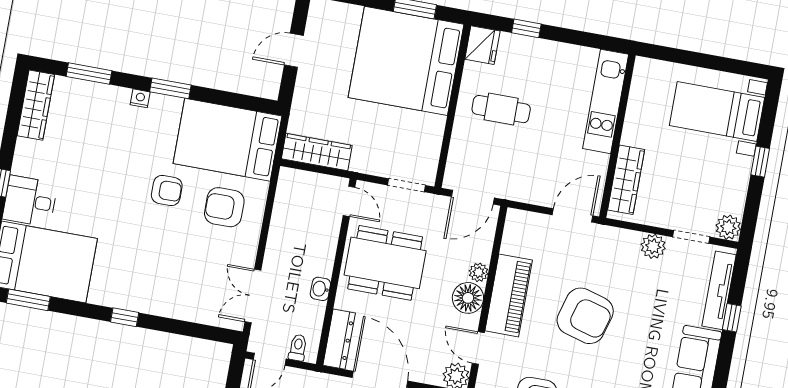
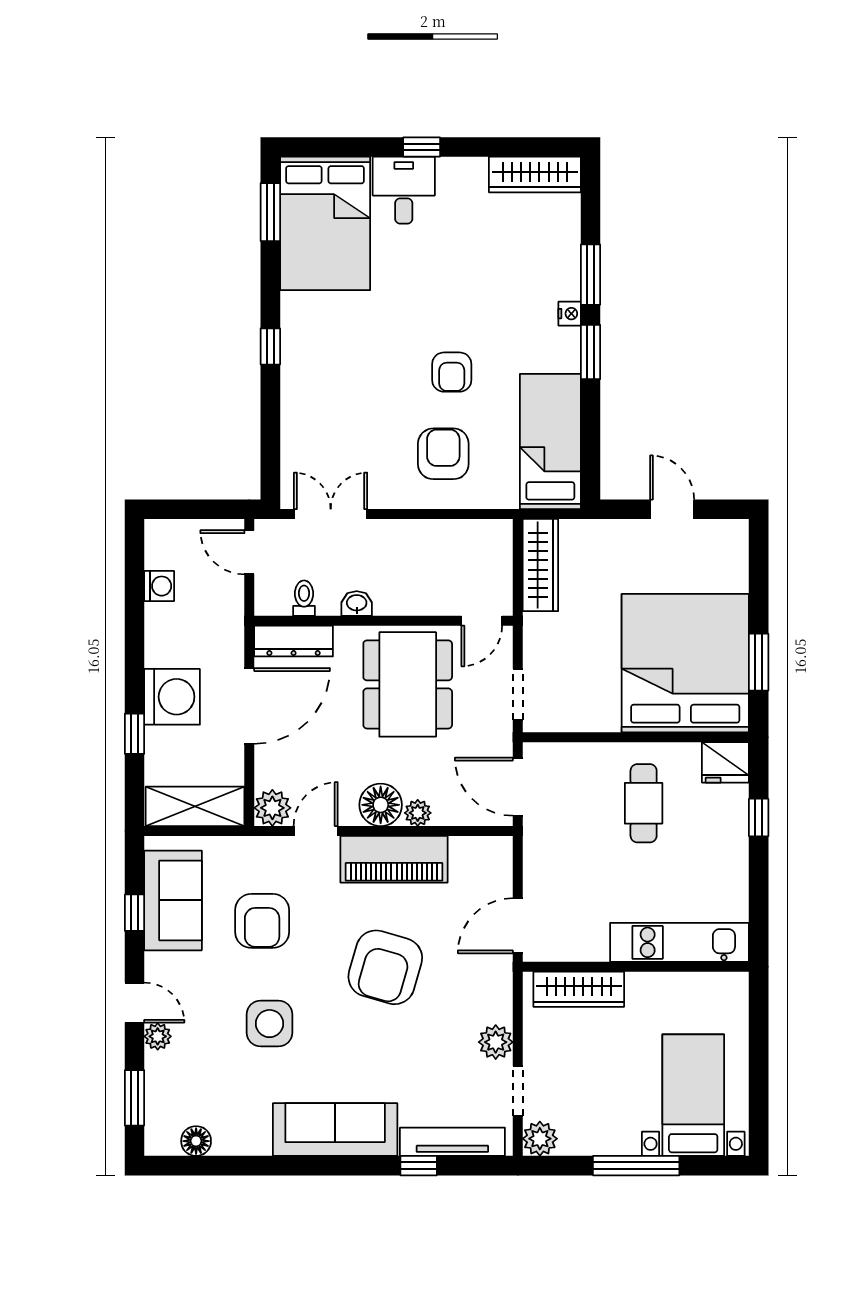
window: (89, 74) -> (590, 275), moved
bed: (227, 140) -> (550, 442), width x0.67
window: (760, 162) -> (636, 1166), width x2.17
door: (573, 215) -> (518, 926), swing flipped
toilet: (298, 348) -> (304, 598), moved, turned -90

